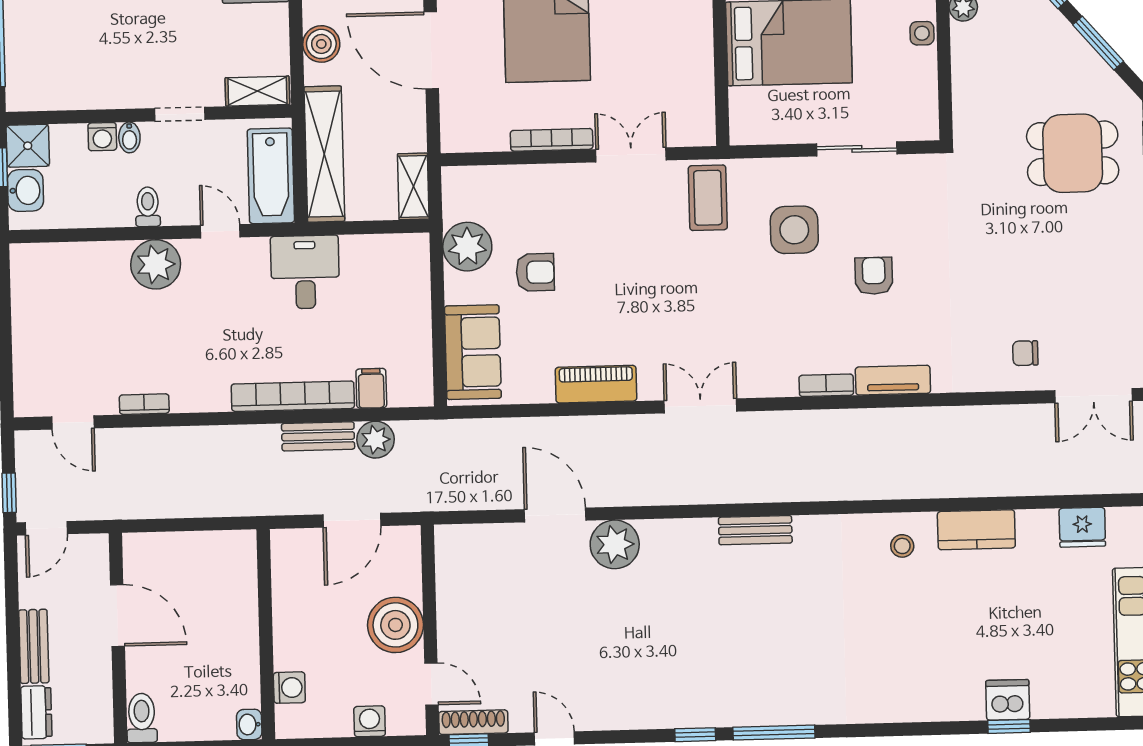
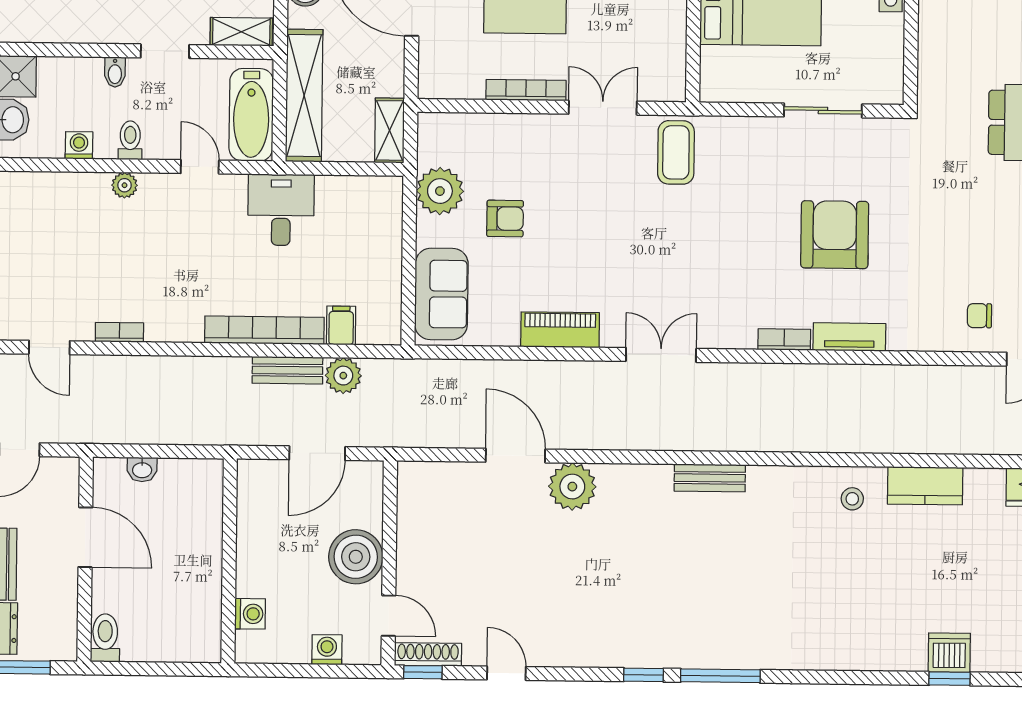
washing machine: (102, 137) -> (79, 145), moved, turned 180
side table: (794, 230) -> (759, 187), removed
plant: (156, 264) -> (125, 185), width x0.53, depth x0.53
armchair: (874, 276) -> (835, 235), width x1.88, depth x1.88
washbasin: (249, 724) -> (142, 470), moved, turned -90

